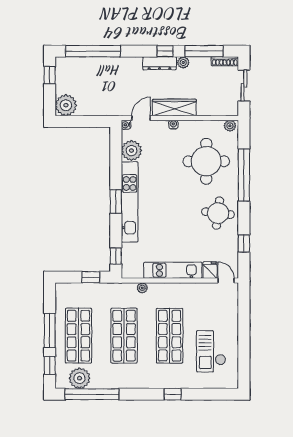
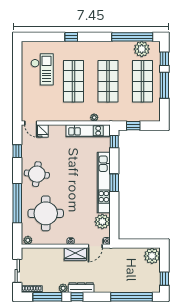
wardrobe: (174, 108) -> (75, 254), width x0.67
kitchen unit: (173, 270) -> (88, 131), moved

